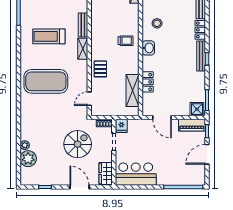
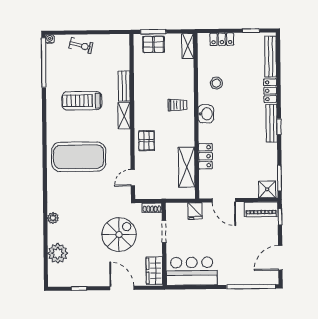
fridge: (121, 126) -> (195, 211), moved
plant: (25, 145) -> (53, 218), moved
door: (207, 154) -> (280, 258), moved

